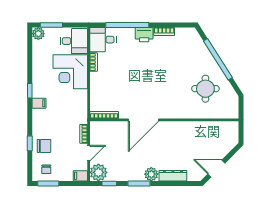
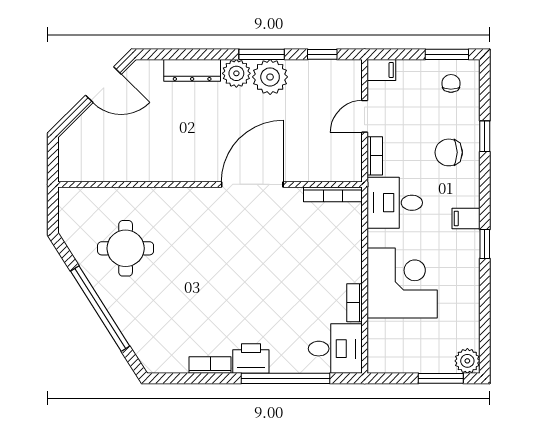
desk: (74, 41) -> (395, 203), moved
chair: (44, 146) -> (449, 152), moved
plant: (98, 172) -> (270, 77), moved

